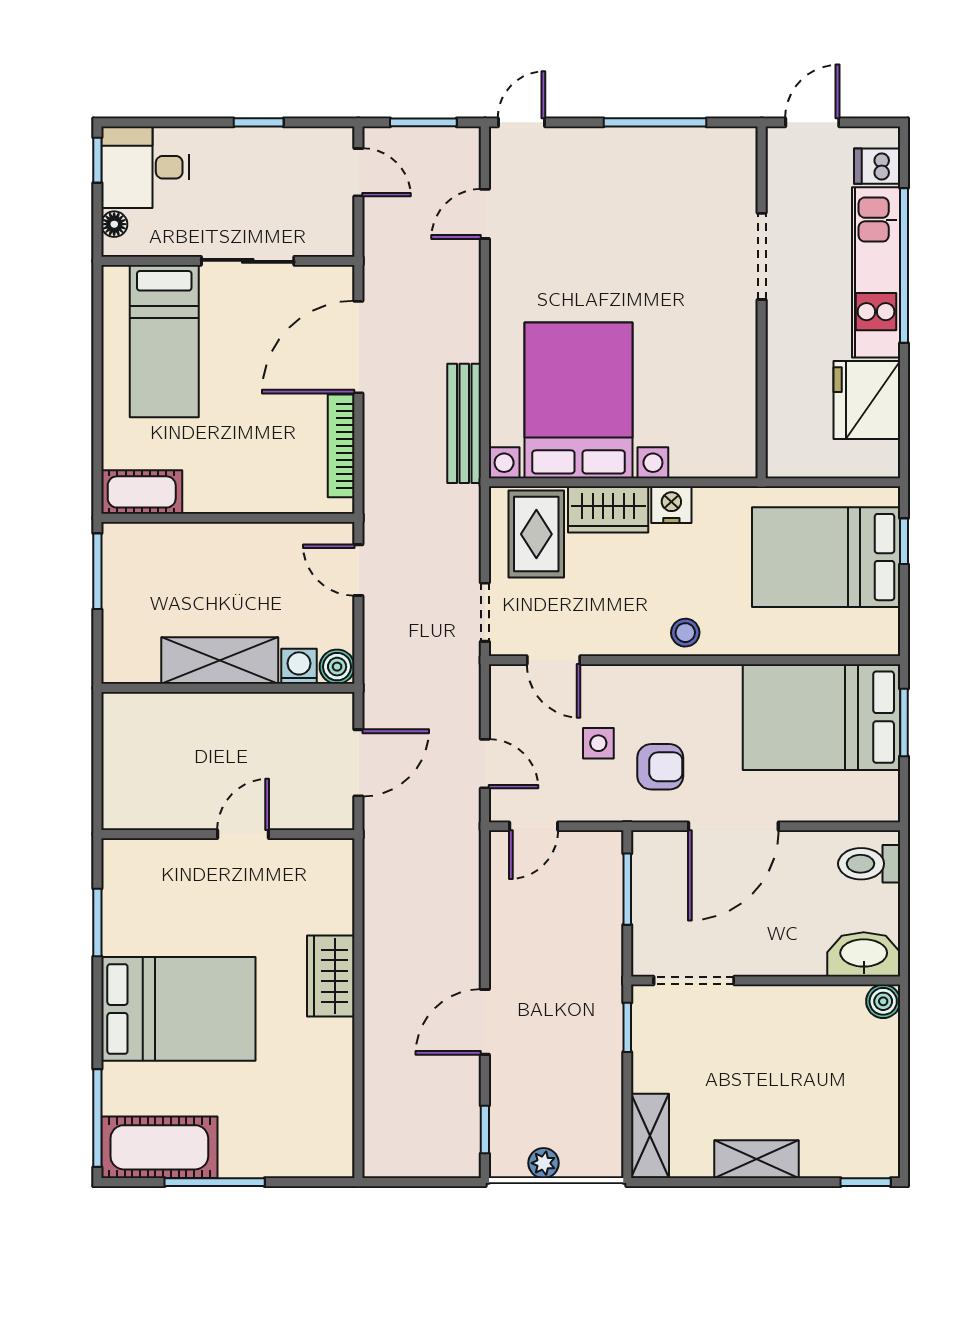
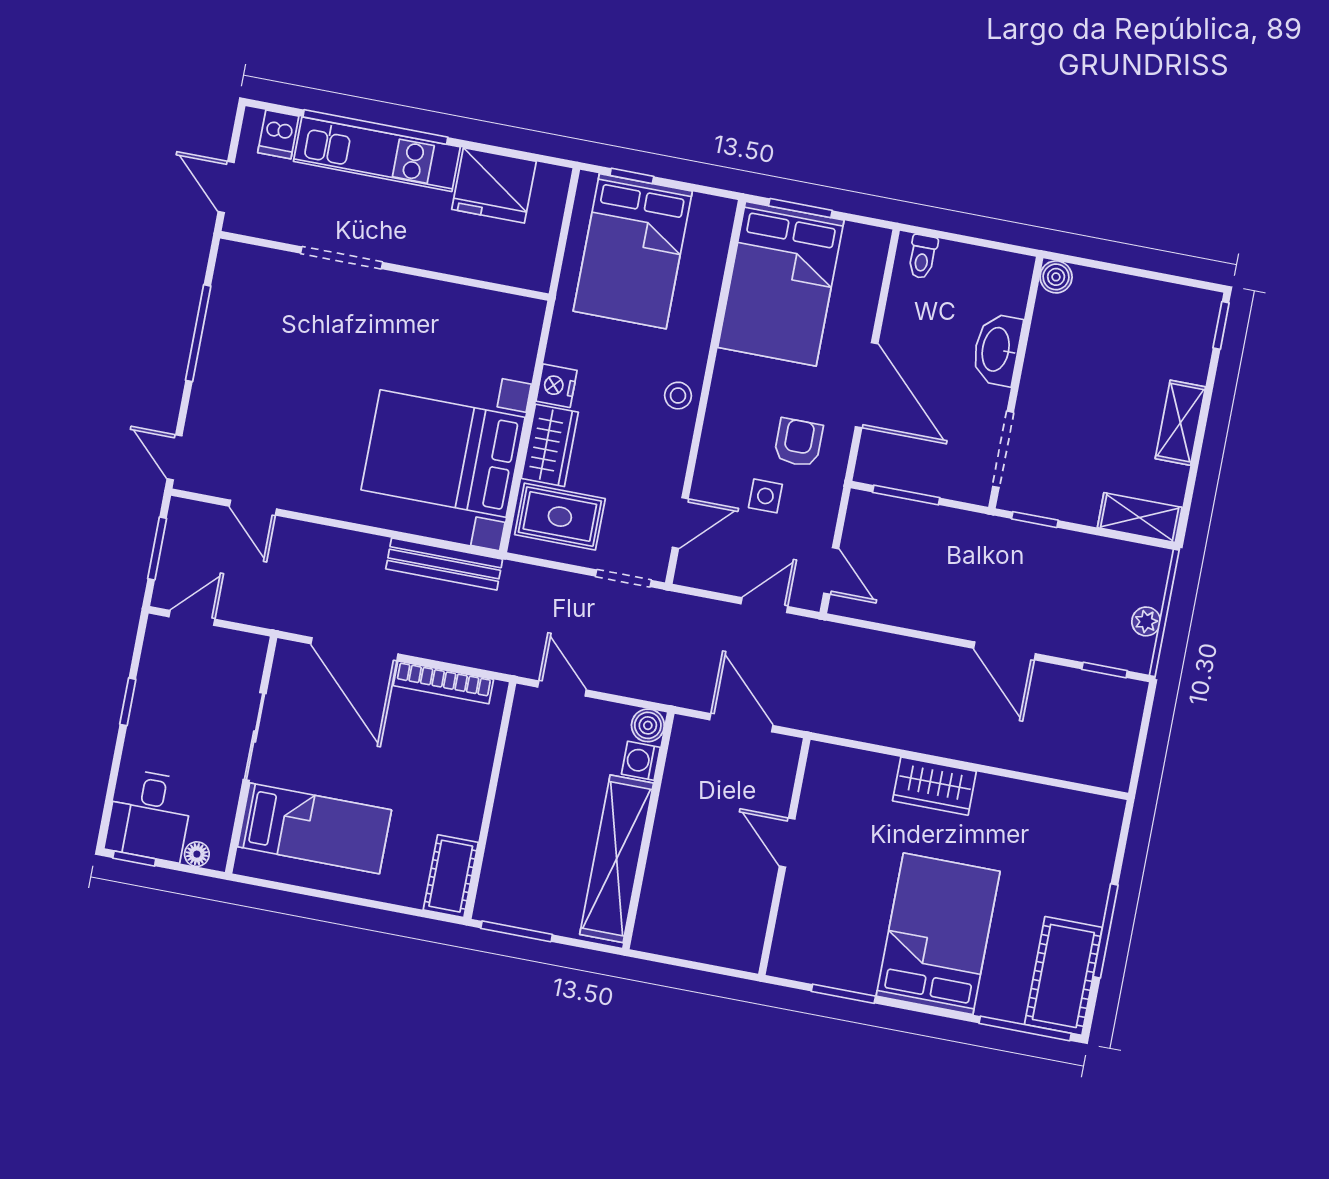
door: (358, 570) -> (562, 688), swing flipped
shelving: (220, 661) -> (617, 859), width x1.47
toilet: (869, 864) -> (922, 257), width x0.73, depth x0.72
washbasin: (864, 954) -> (997, 350), moved

